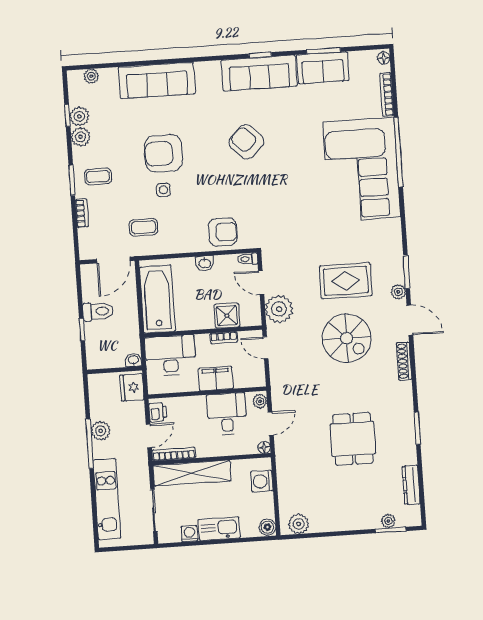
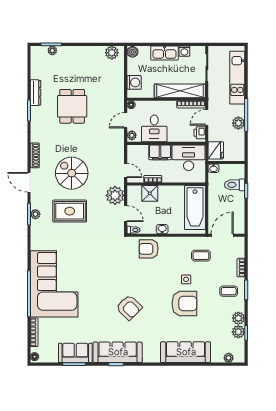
plant: (398, 292) -> (35, 214), moved
toilet: (98, 311) -> (235, 185), moved
desk: (170, 355) -> (189, 158), moved, turned 180
dresser: (411, 485) -> (36, 93), moved

